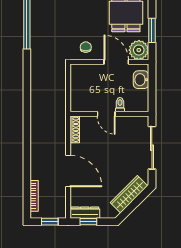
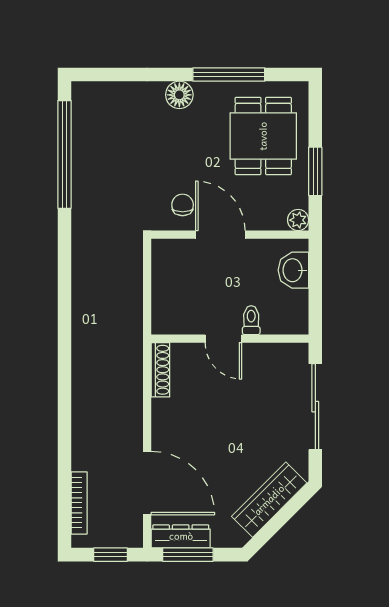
plant: (139, 50) -> (298, 220), width x0.53, depth x0.53
door: (116, 62) -> (220, 235), moved
door: (68, 171) -> (147, 483), moved
window: (88, 222) -> (188, 555), width x1.50

